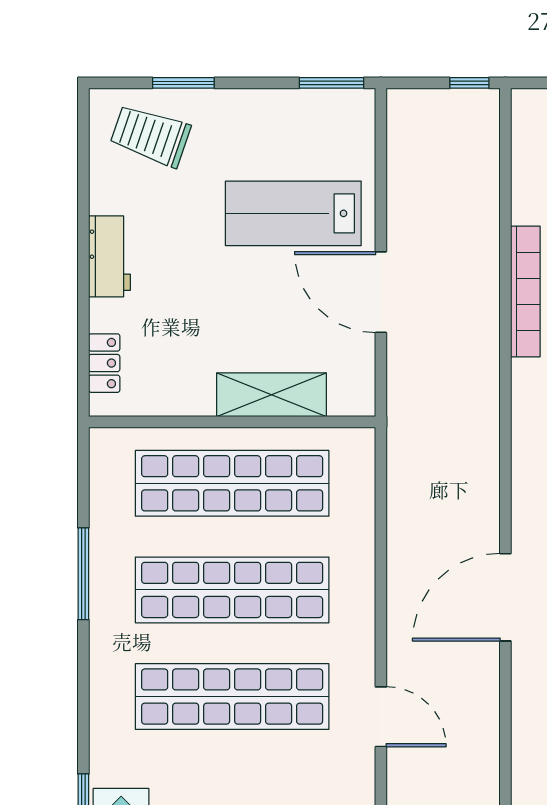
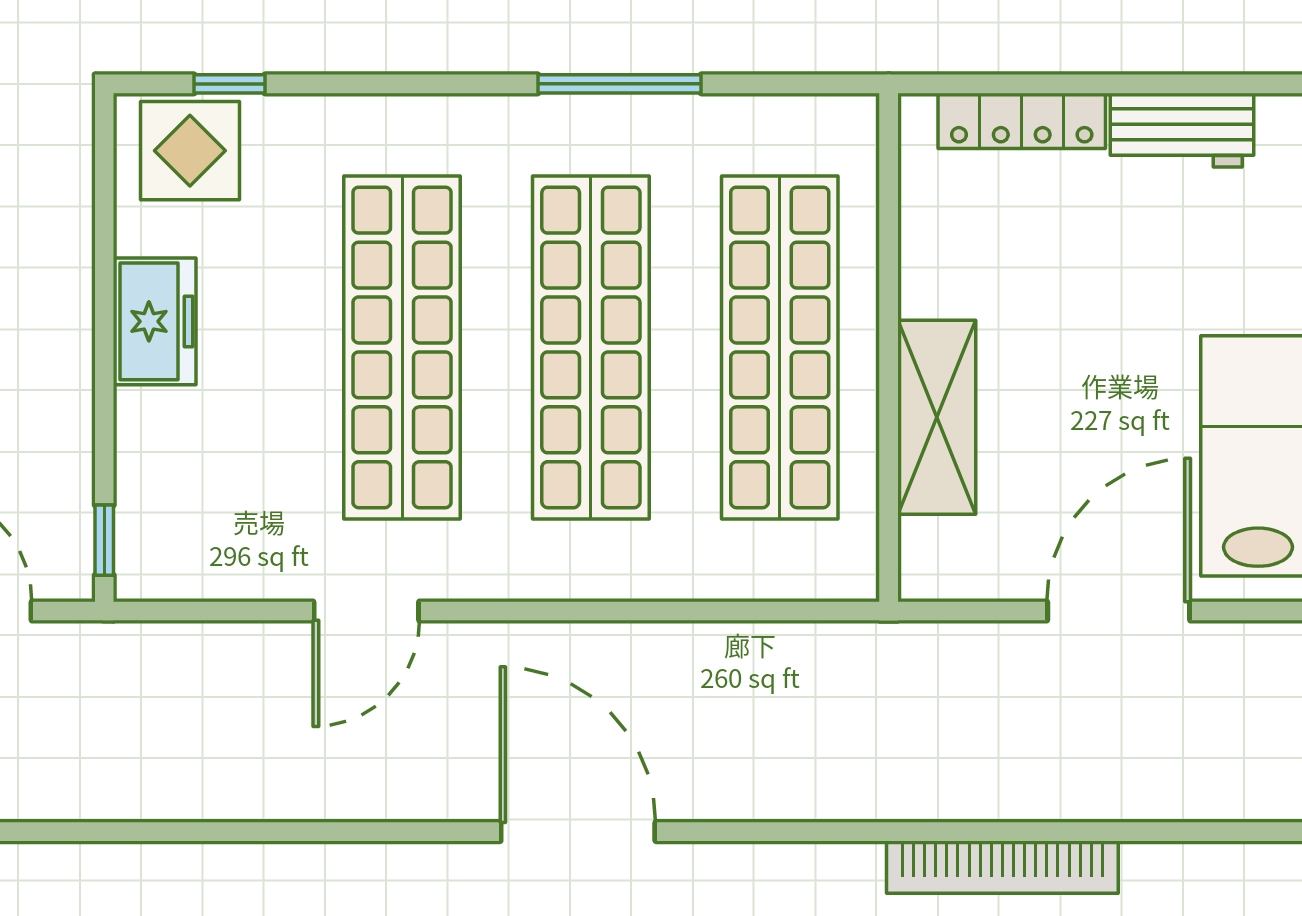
bookcase: (525, 292) -> (1002, 867), moved
locker: (104, 363) -> (1022, 121), width x1.53

